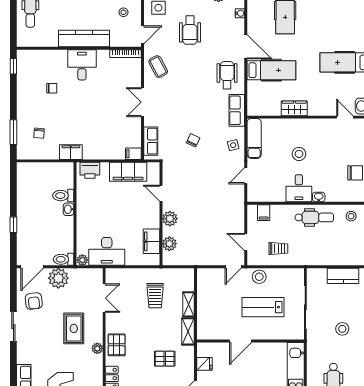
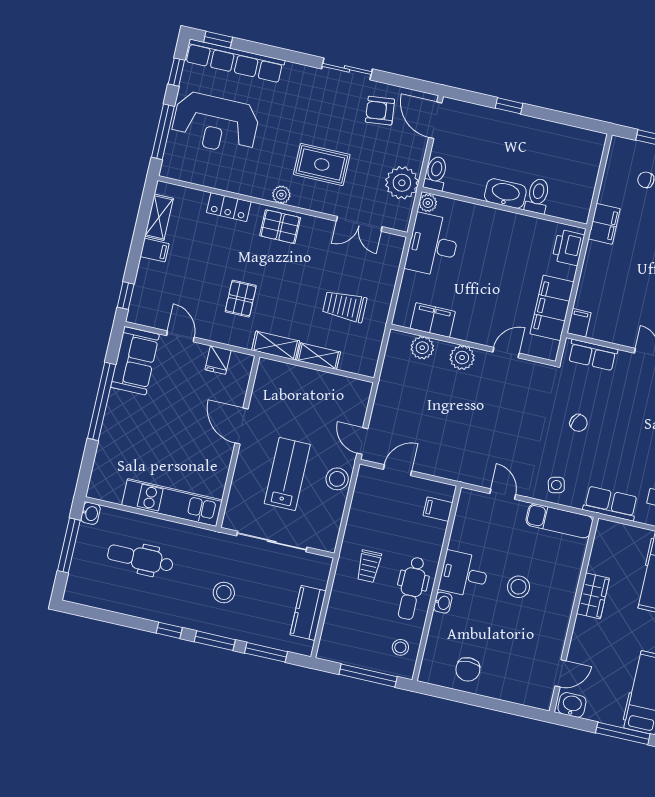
washbasin: (68, 209) -> (505, 193), width x1.91, depth x1.45
trolley: (278, 249) -> (369, 566), moved
plant: (58, 278) -> (402, 183), moved

